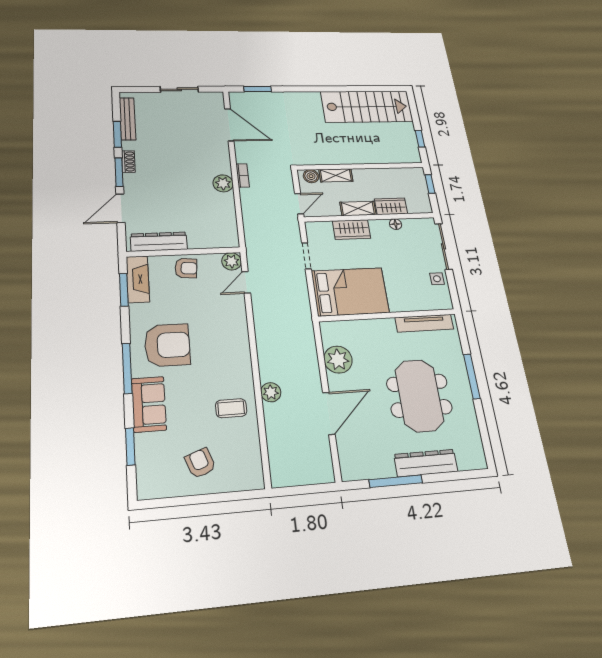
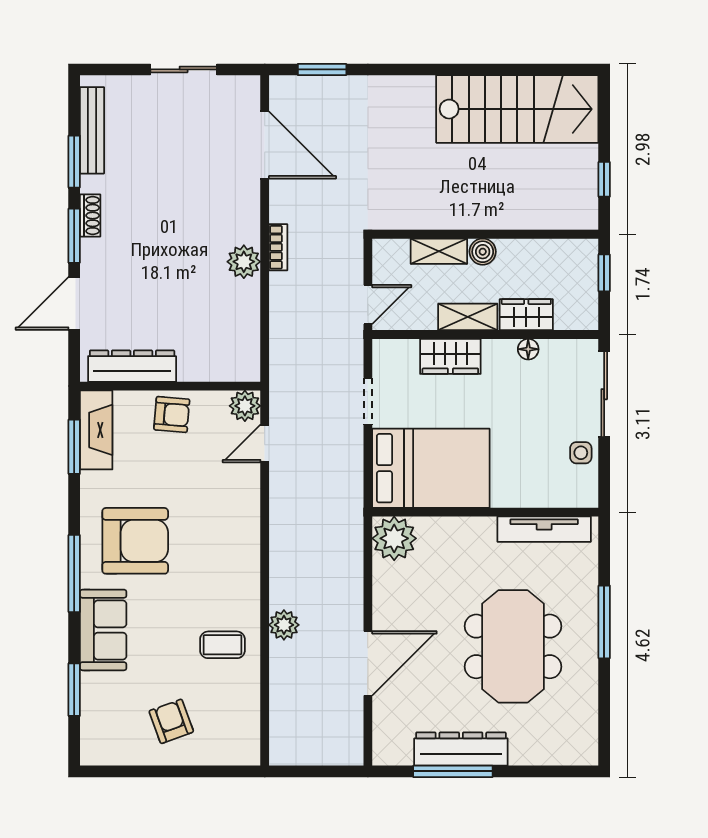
boiler: (311, 176) -> (483, 252), moved
plant: (338, 360) -> (394, 538), moved
dresser: (426, 463) -> (461, 749), moved

